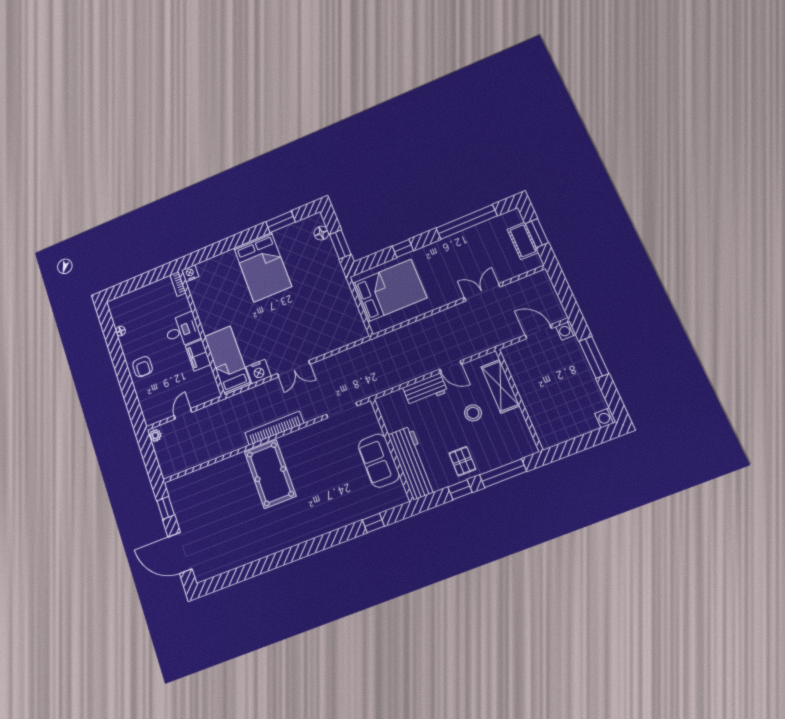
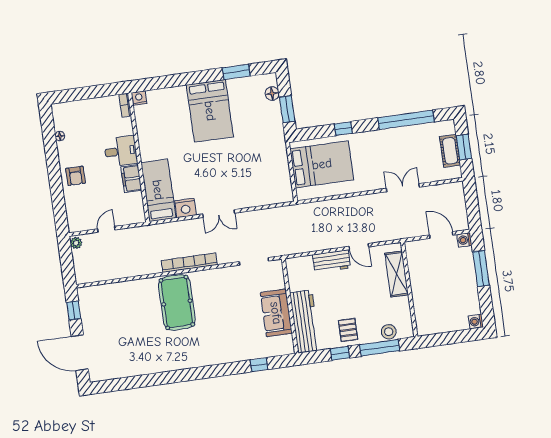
stool: (473, 413) -> (389, 332), moved

